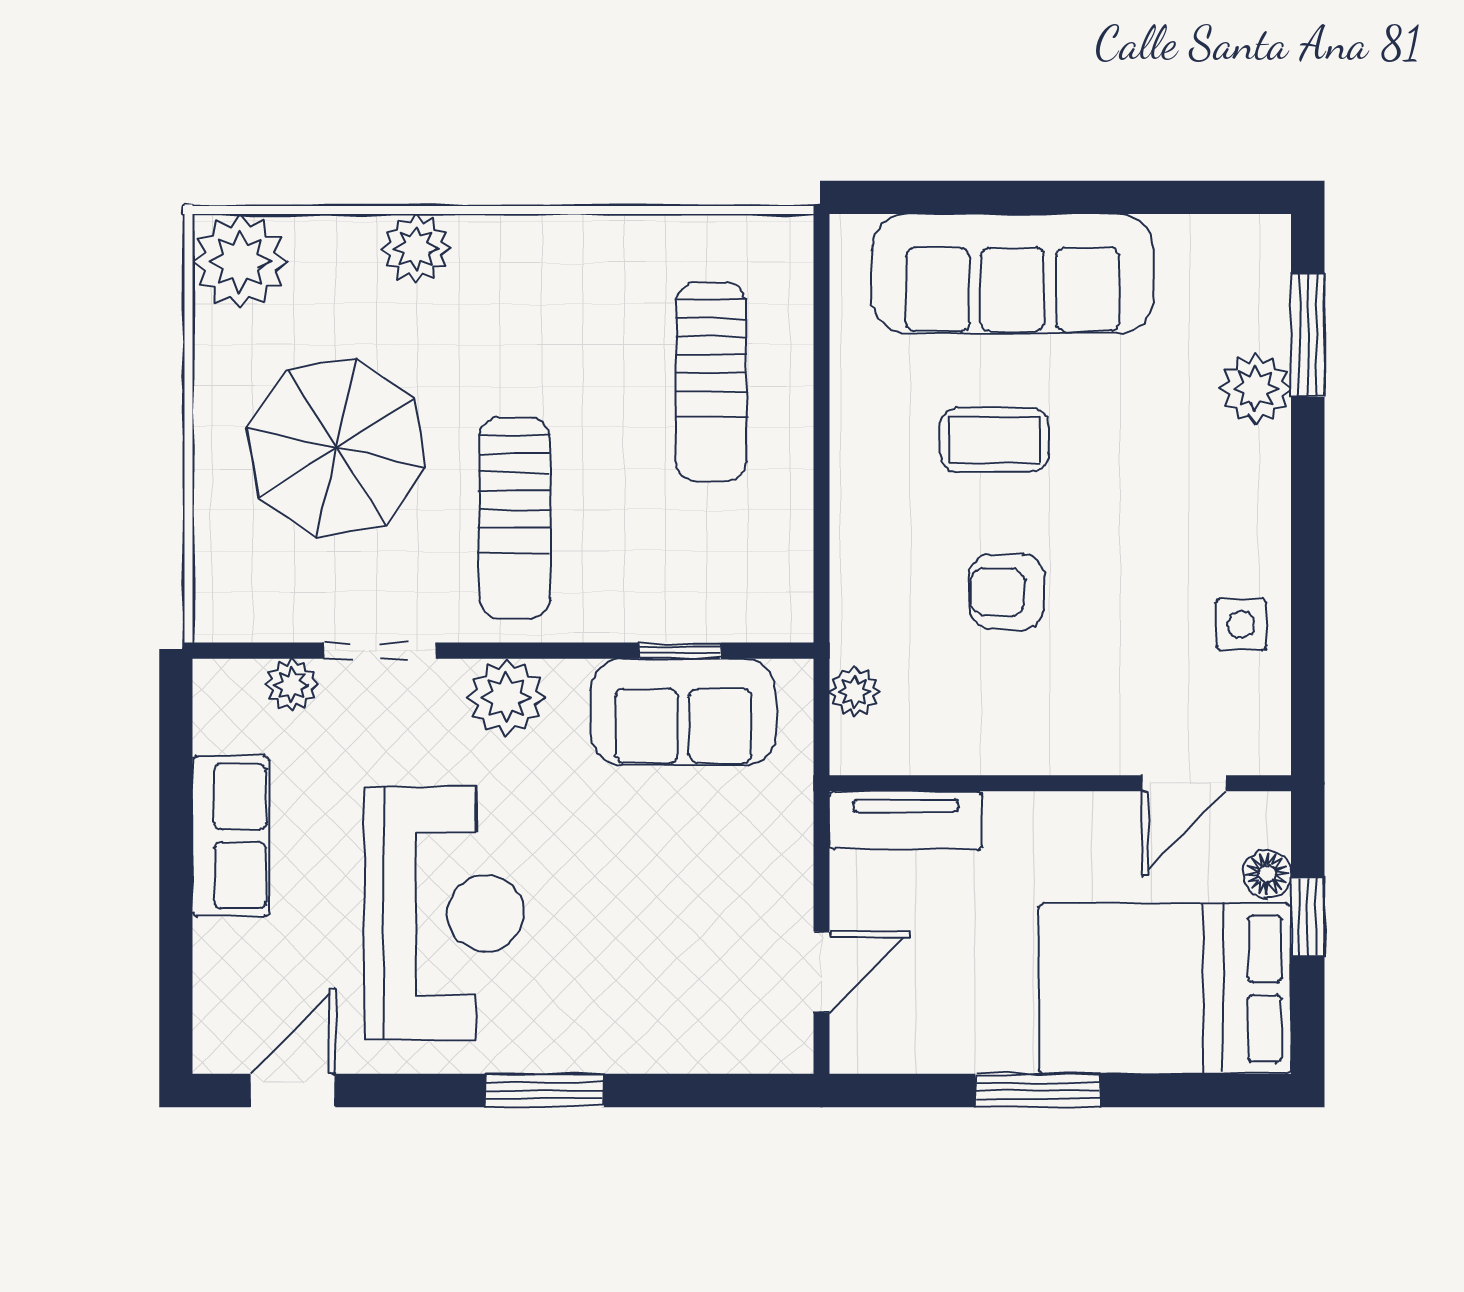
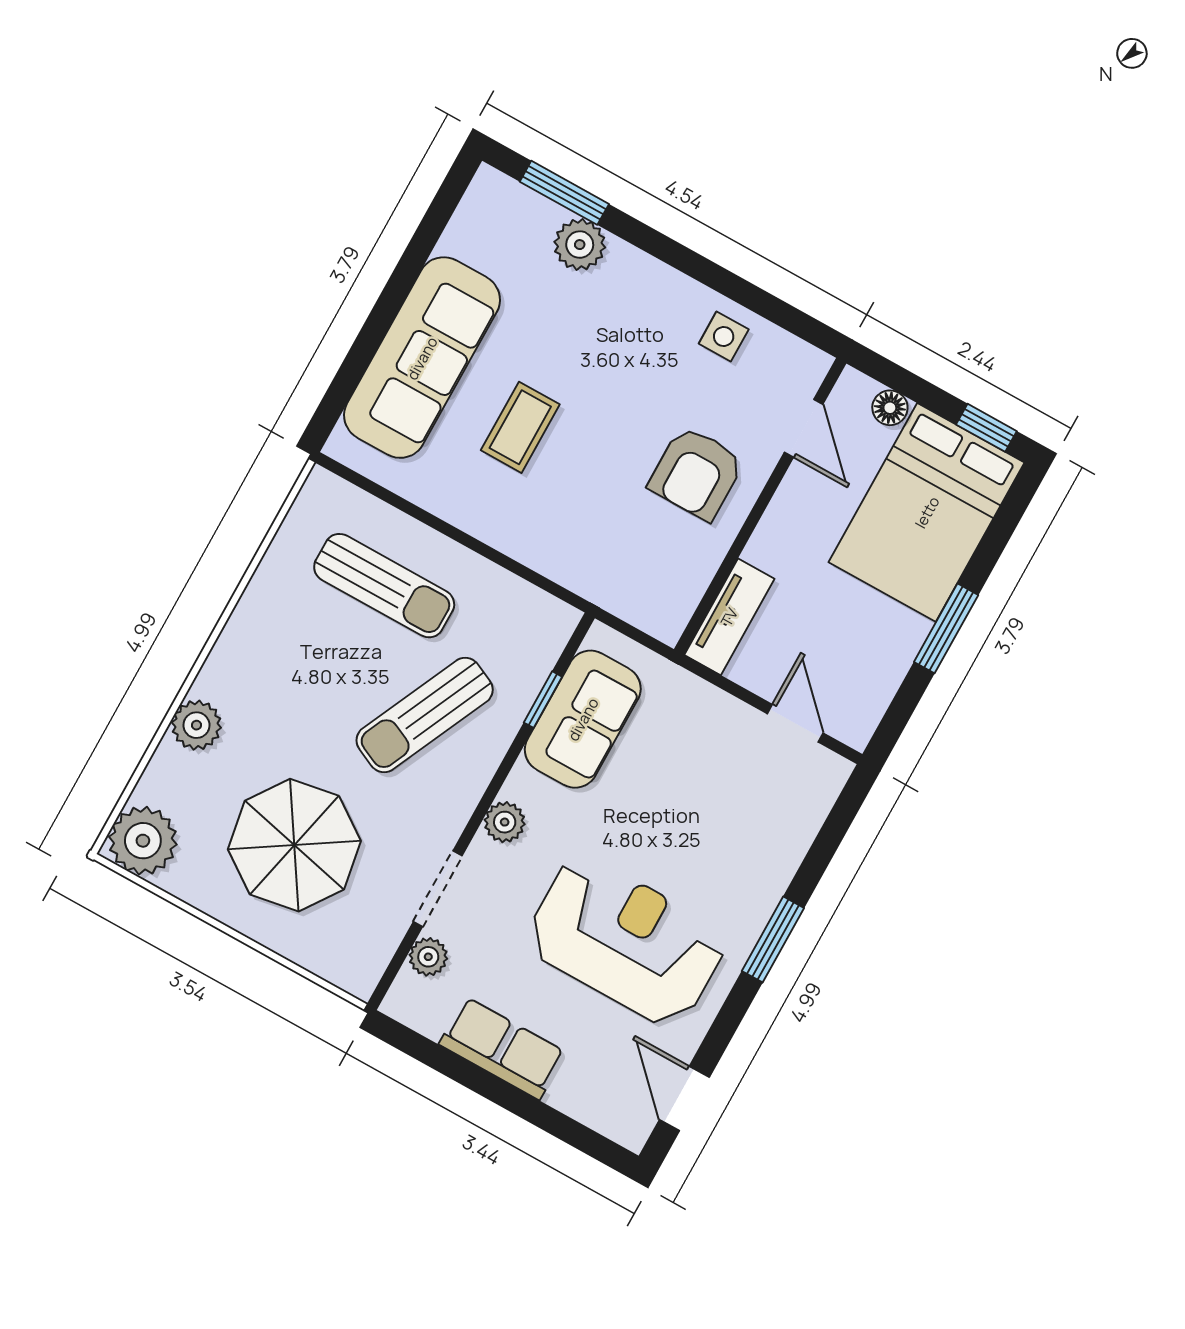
sun lounger: (514, 518) -> (425, 715), moved, turned 115
armchair: (1007, 592) -> (696, 473), moved, width x1.38, depth x1.38
plant: (855, 692) -> (630, 604), removed
plant: (506, 697) -> (505, 822), width x0.73, depth x0.73
window: (1308, 917) -> (986, 428), moved

